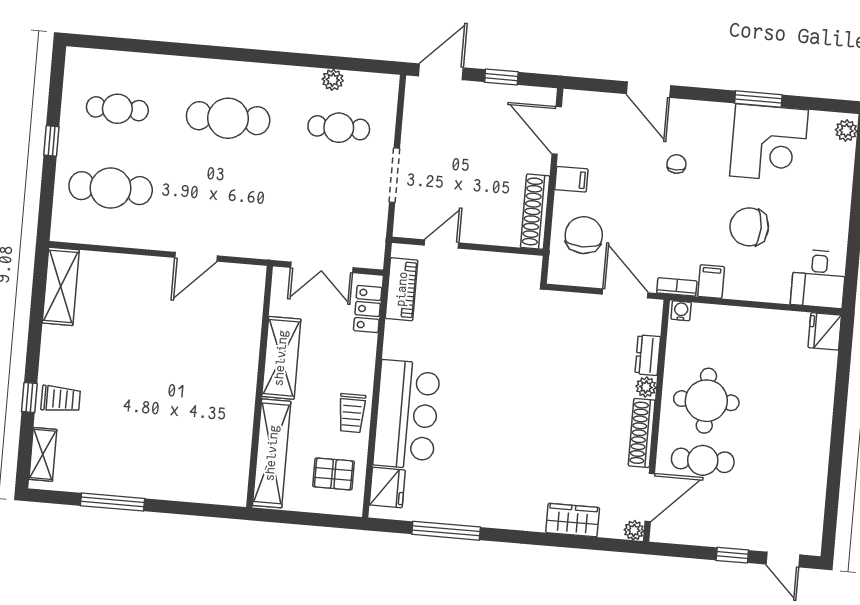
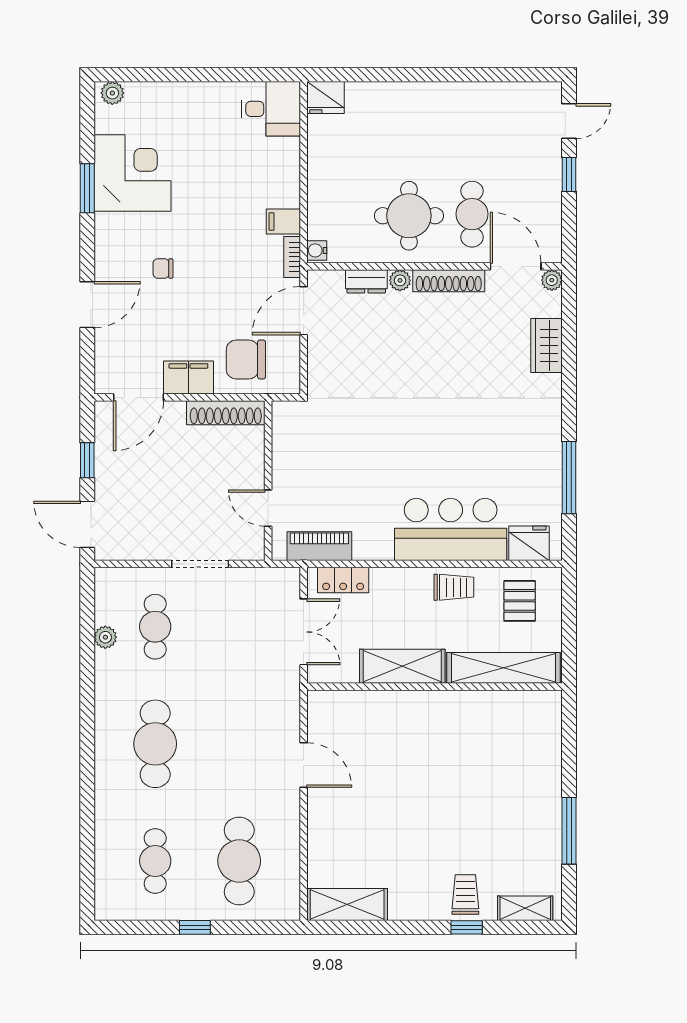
filing cabinet: (571, 179) -> (188, 378), width x2.00
chair: (749, 227) -> (222, 186), removed

